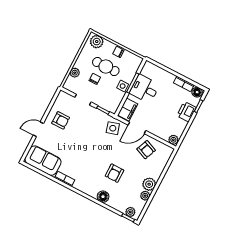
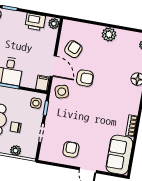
side table: (123, 86) -> (36, 103), moved
filing cabinet: (128, 110) -> (42, 83), width x0.50
printer: (186, 112) -> (35, 22), moved
armchair: (114, 173) -> (85, 78), moved
plant: (145, 196) -> (122, 35), removed

